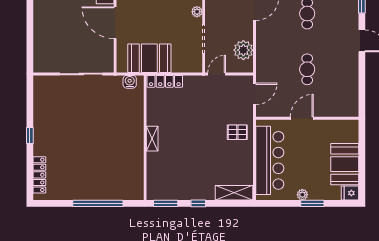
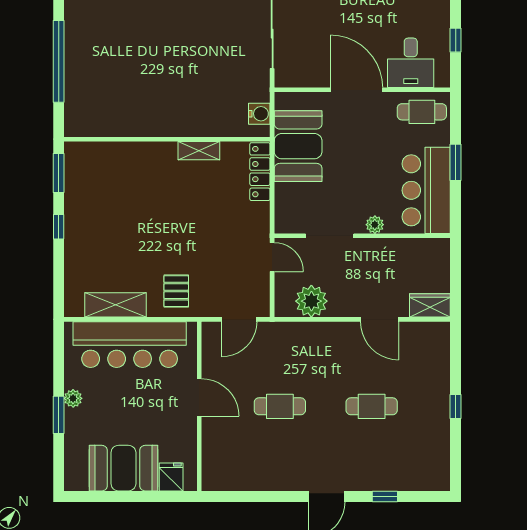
door: (115, 23) -> (357, 90), hinge flipped
door: (254, 94) -> (239, 319), hinge flipped
shelving: (152, 139) -> (199, 151), moved
shelving: (234, 193) -> (116, 305), moved, turned 90
fridge: (350, 193) -> (171, 477), moved

